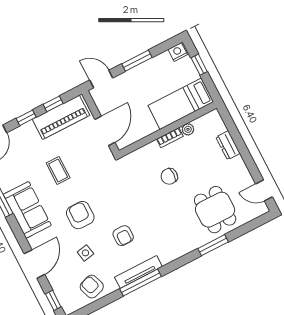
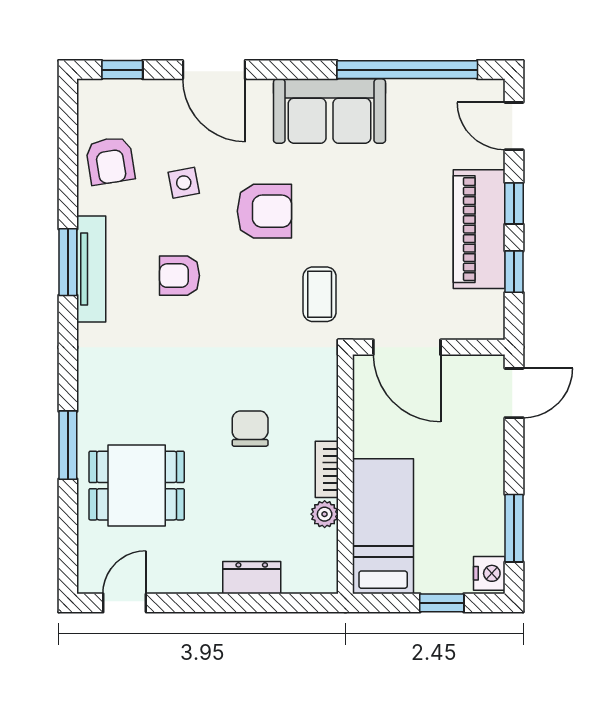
window: (137, 61) -> (514, 528), moved
piano: (61, 117) -> (479, 229), moved
coffee table: (58, 170) -> (320, 294), moved, turned 90
window: (141, 283) -> (68, 262), width x0.69
armchair: (92, 287) -> (110, 161), turned 100

